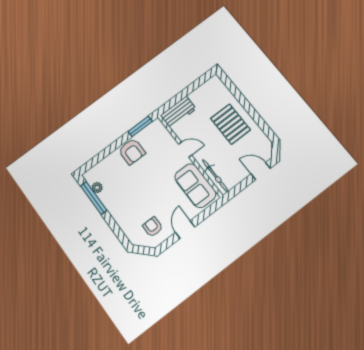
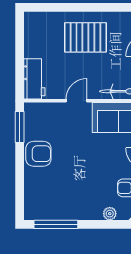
plant: (97, 188) -> (110, 214), moved

